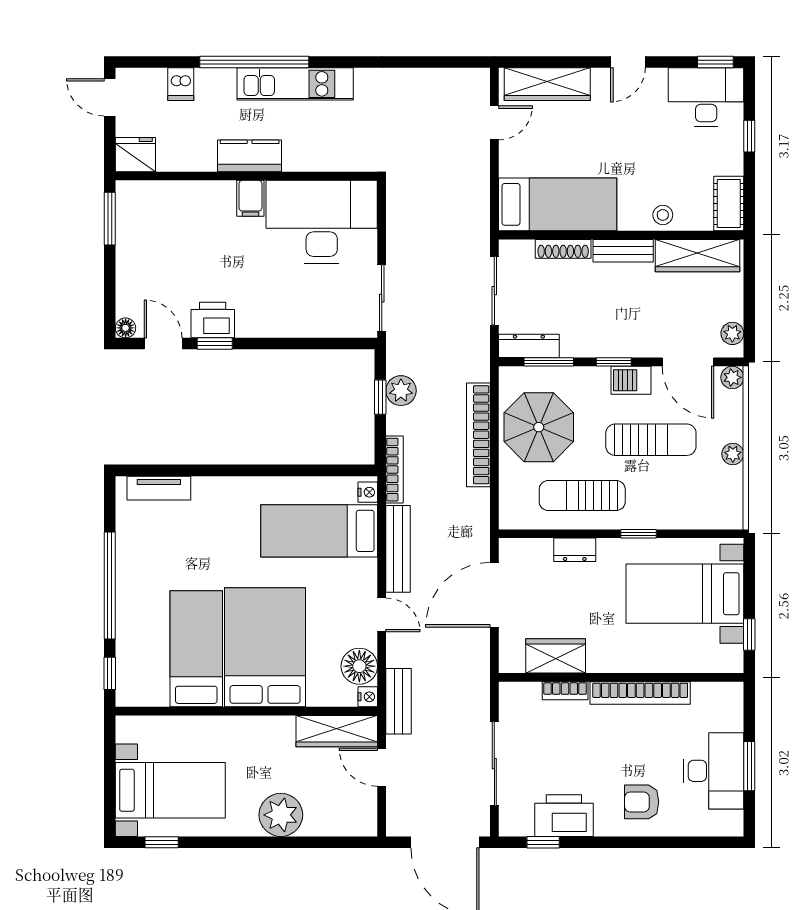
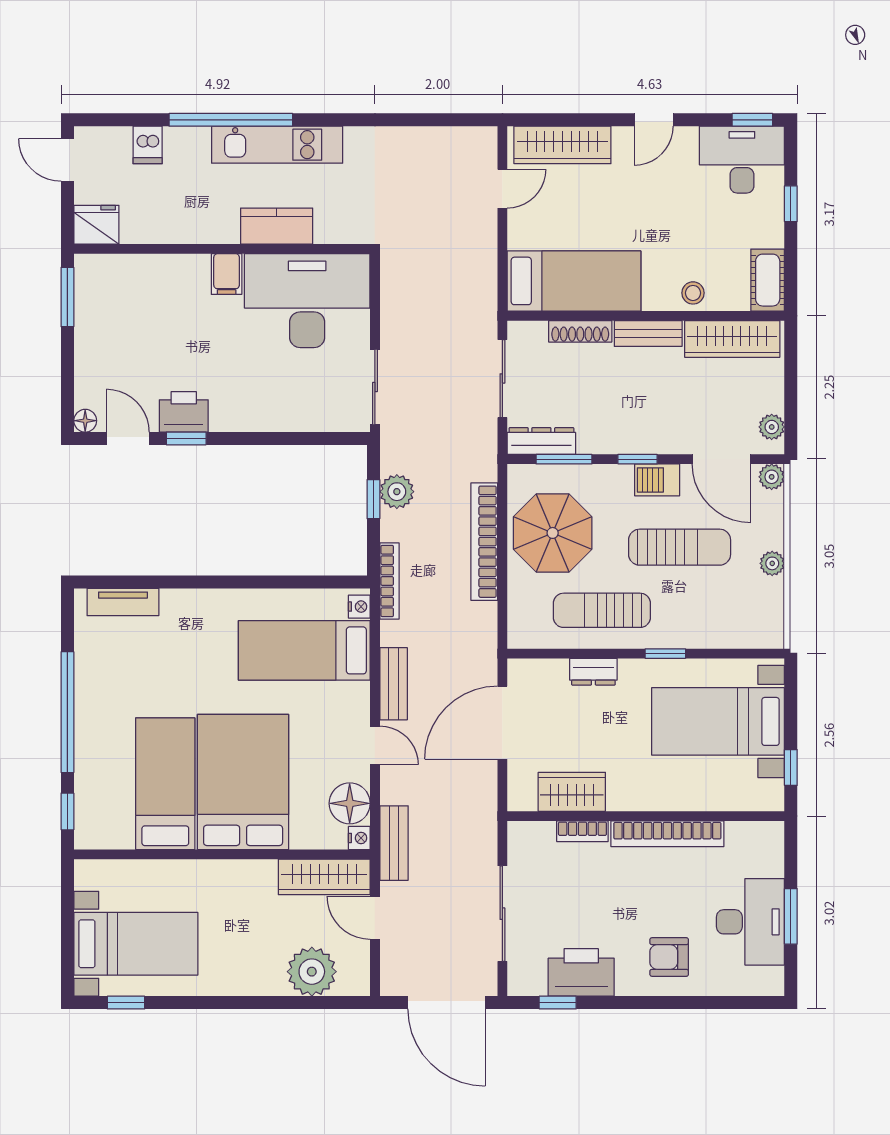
kitchen counter: (250, 156) -> (277, 226), moved
bench: (398, 549) -> (394, 684), width x0.73
plant: (281, 815) -> (312, 972), moved

